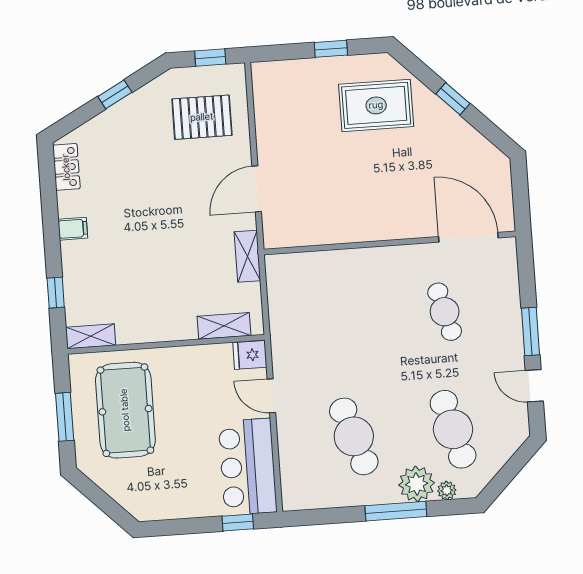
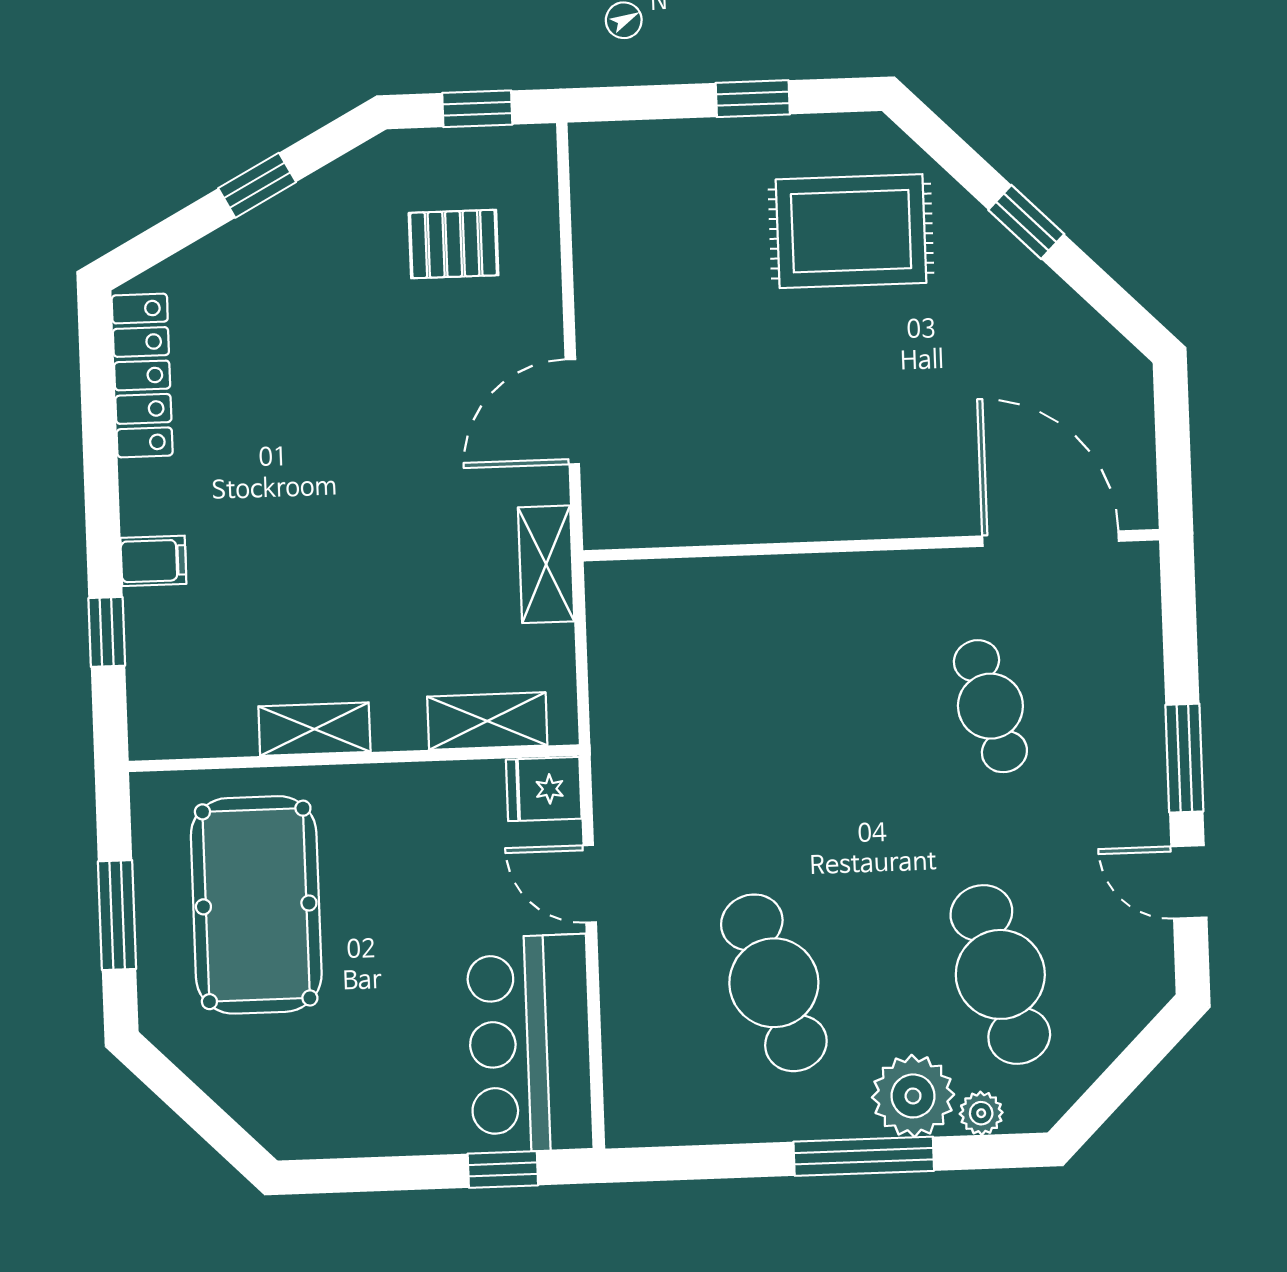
pallet: (202, 117) -> (454, 244), width x0.67, depth x0.71
locker: (66, 167) -> (142, 375), width x1.53
filing cabinet: (73, 229) -> (153, 561), moved
shelving: (91, 336) -> (314, 729), moved

